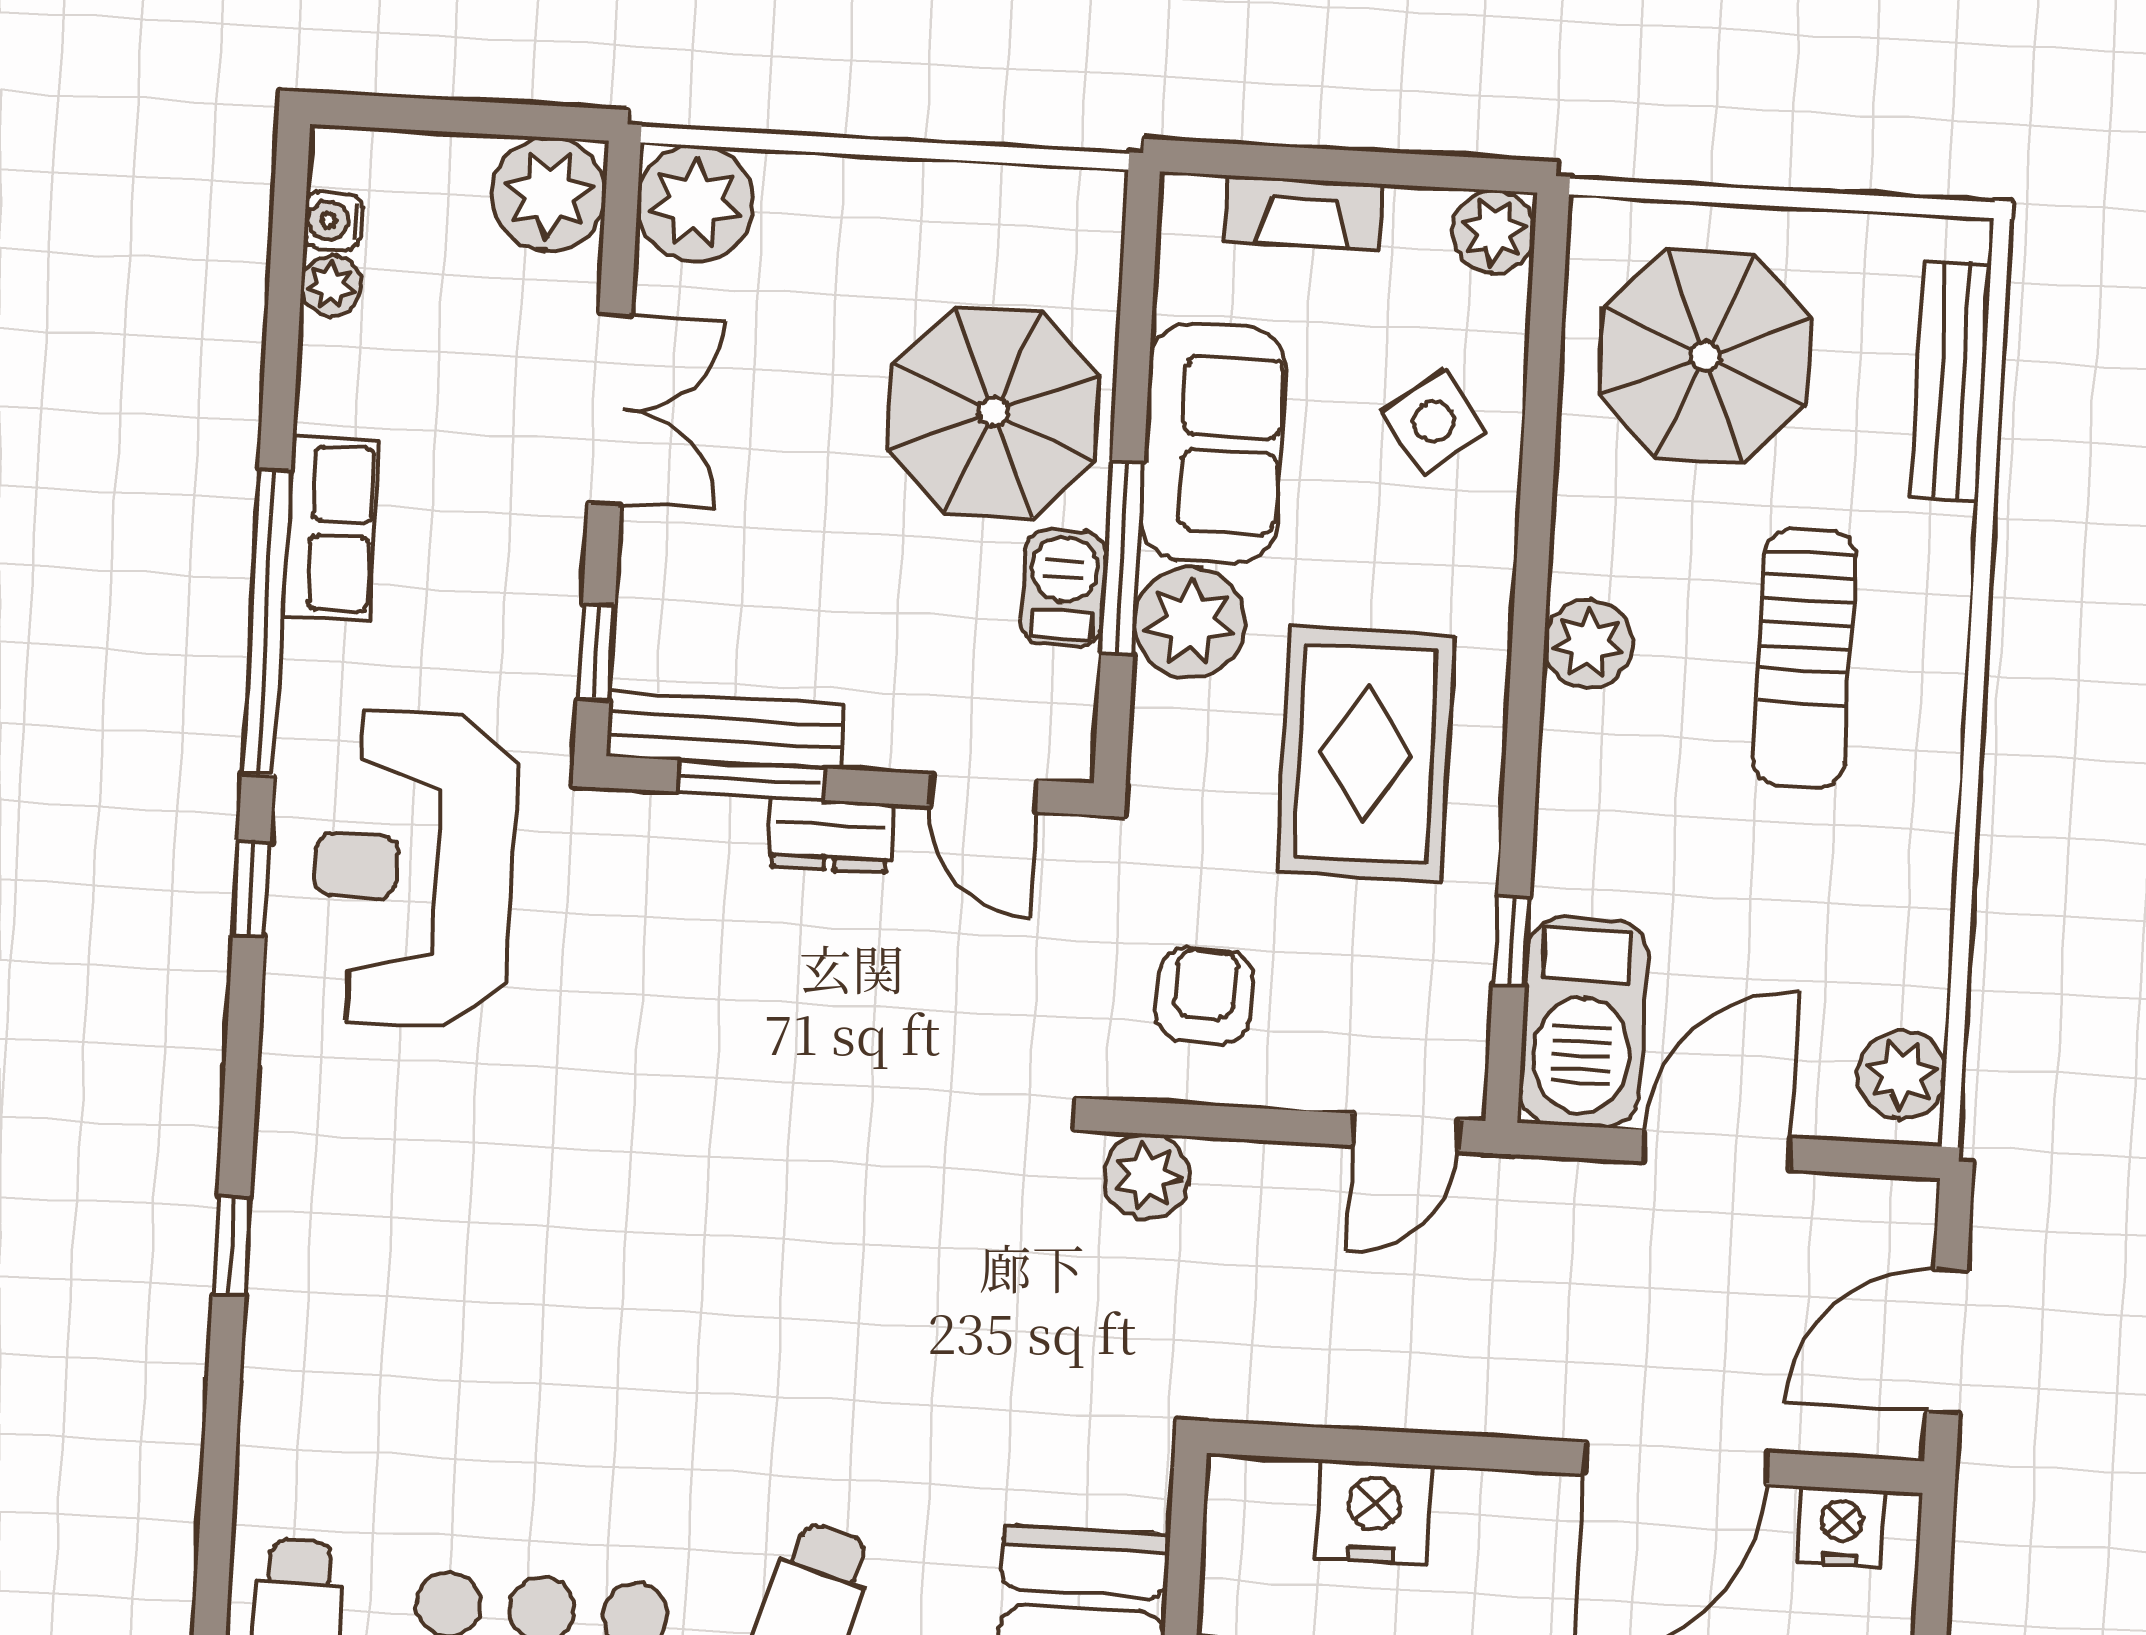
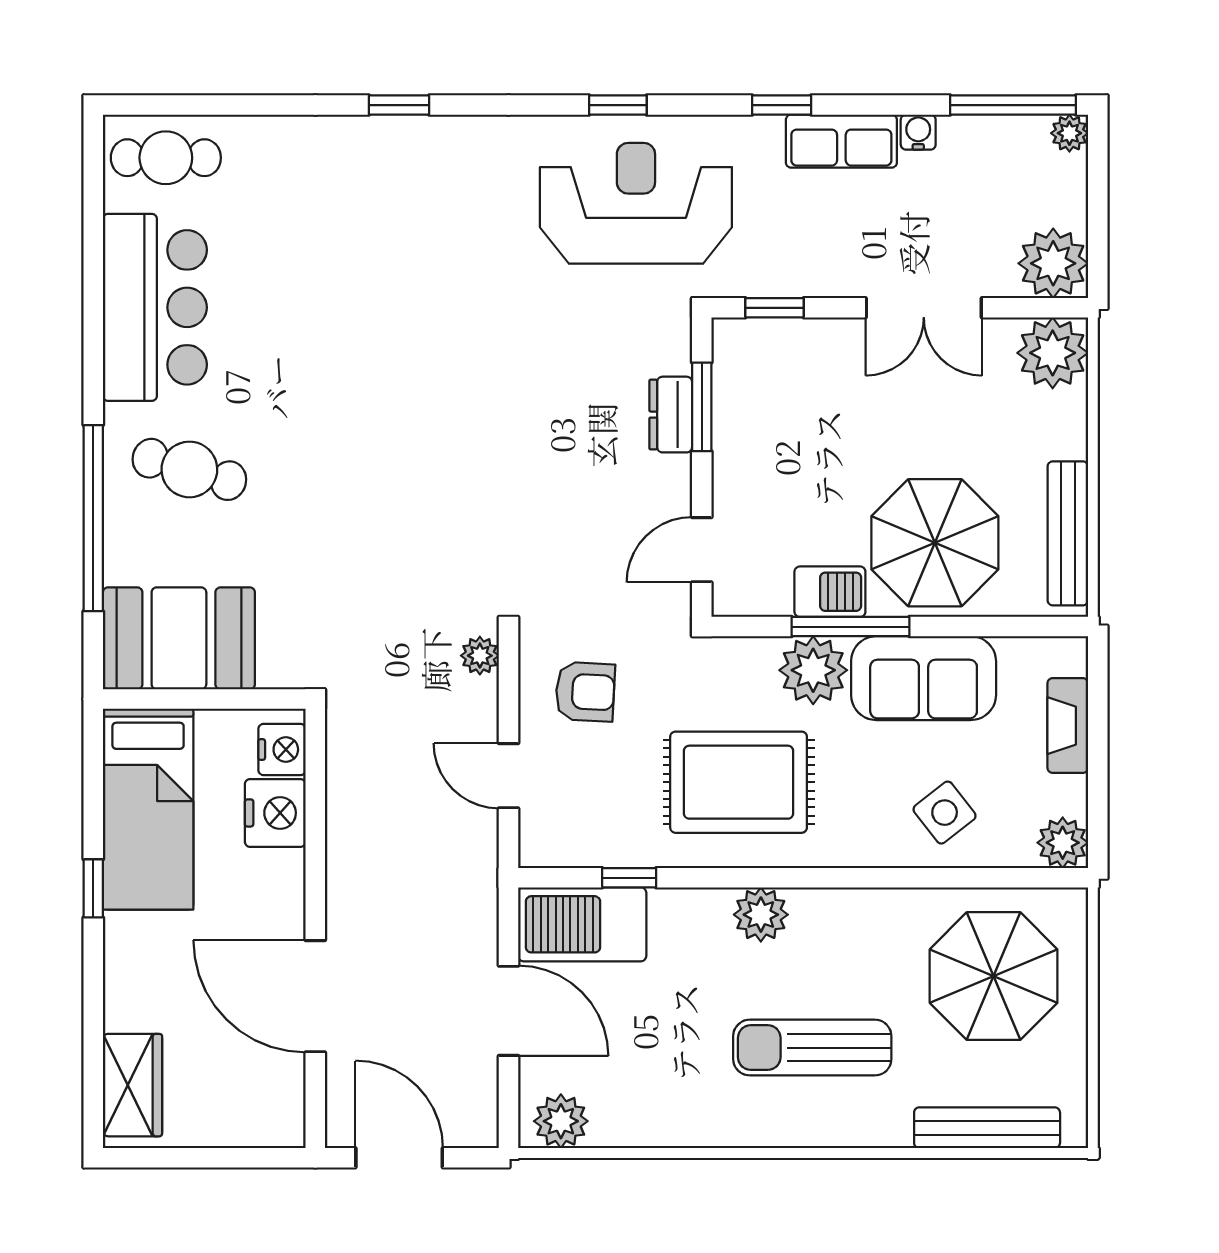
water cooler: (333, 221) -> (918, 132), moved
window: (287, 245) -> (1013, 105), added
plant: (331, 286) -> (1069, 133), moved
window: (266, 622) -> (782, 105), width x0.32
plant: (1588, 644) -> (761, 915), moved
bench: (725, 730) -> (1068, 533), moved
dresser: (831, 835) -> (671, 415), moved
door: (1406, 1132) -> (508, 776), moved
plant: (1147, 1176) -> (480, 656), width x0.73, depth x0.73
nightstand: (1841, 1527) -> (282, 750), moved

